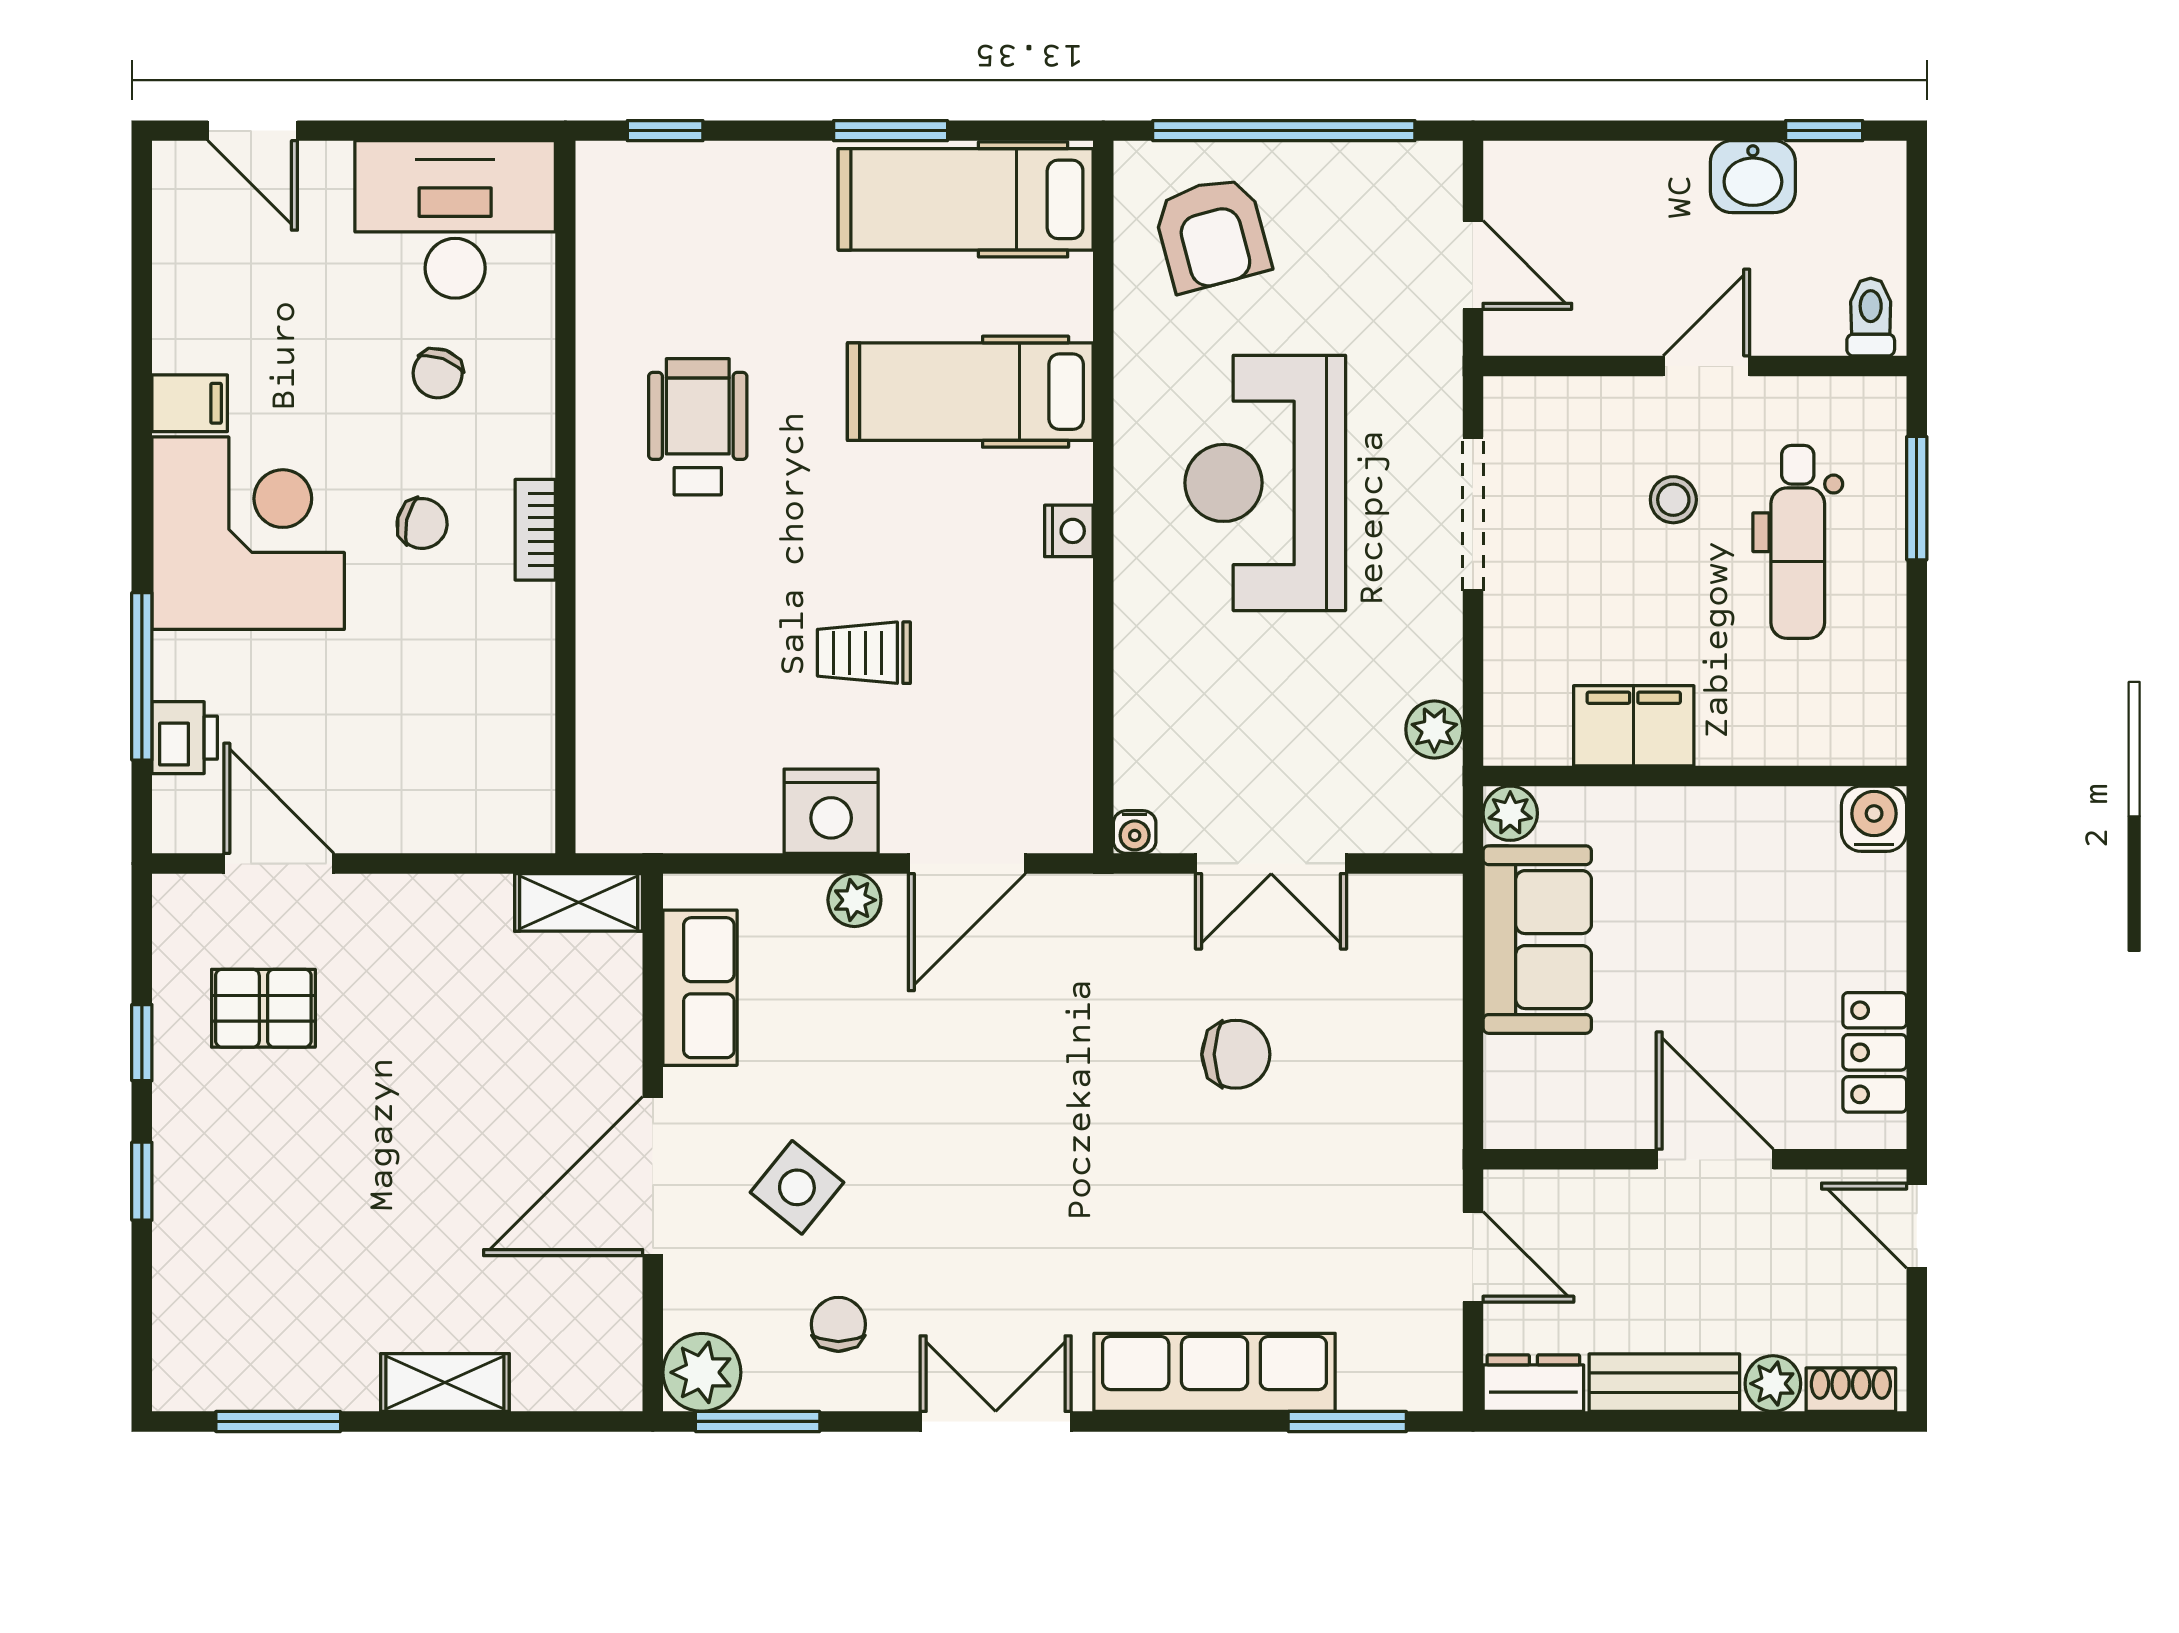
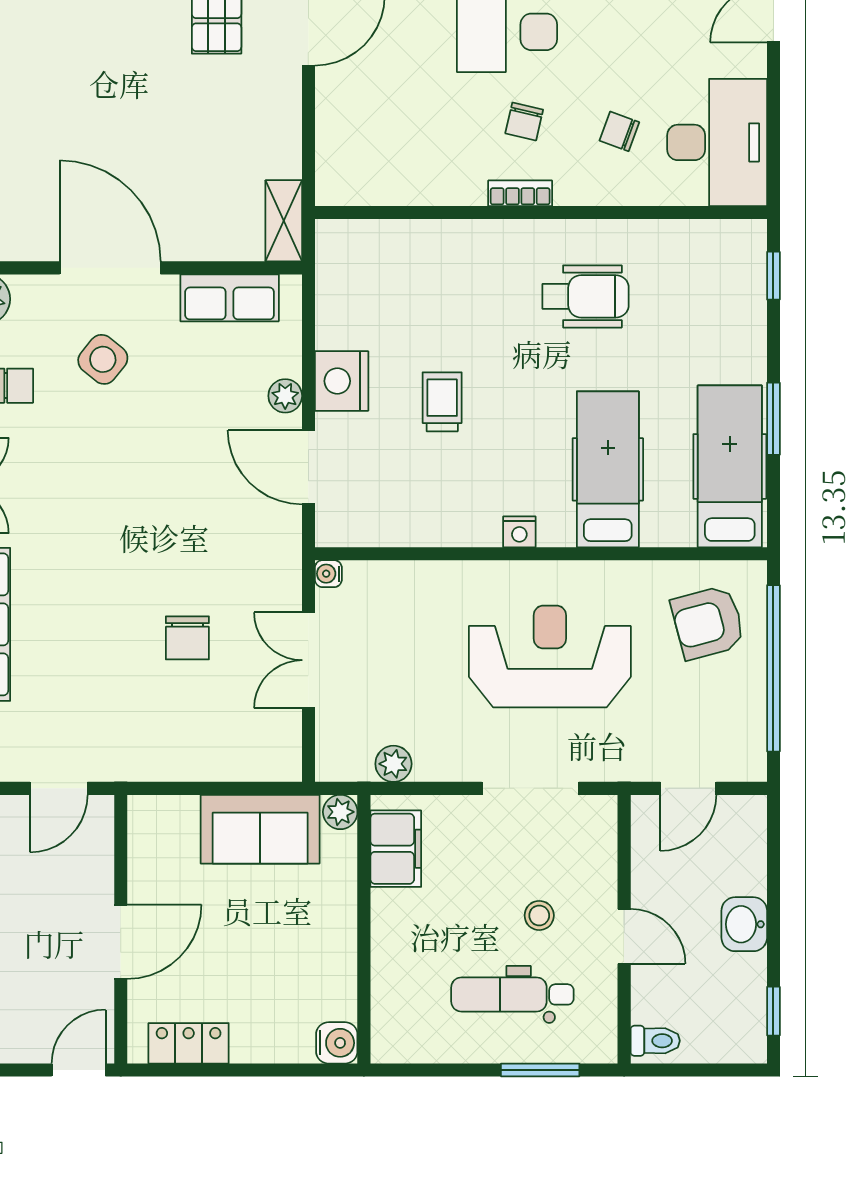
washbasin: (1753, 177) -> (744, 924), moved
filing cabinet: (1634, 726) -> (396, 849), moved

